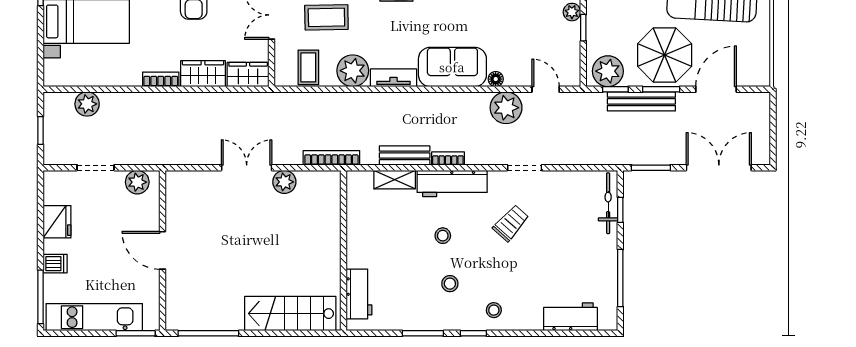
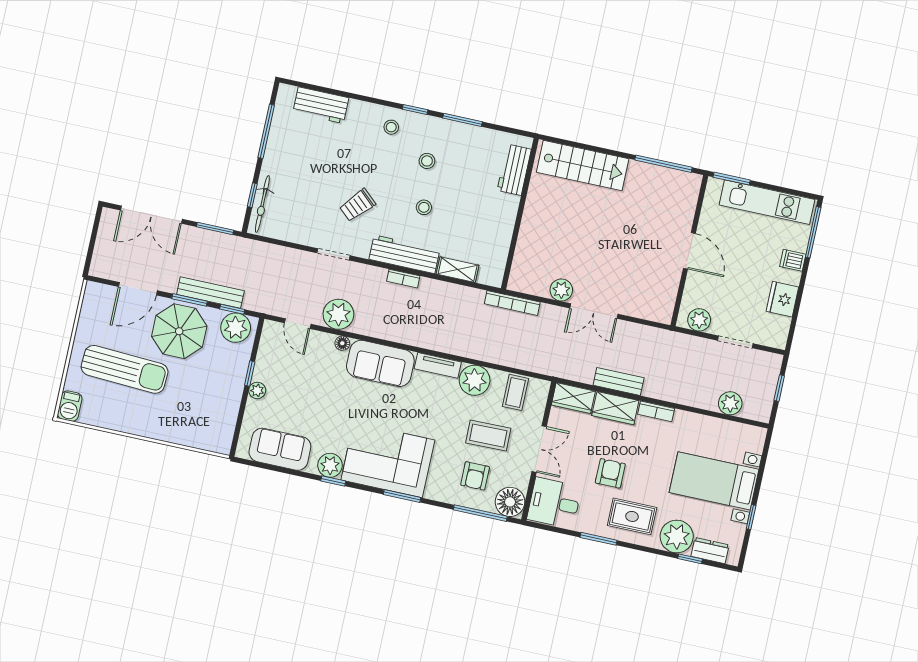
bench: (405, 155) -> (619, 381), moved

